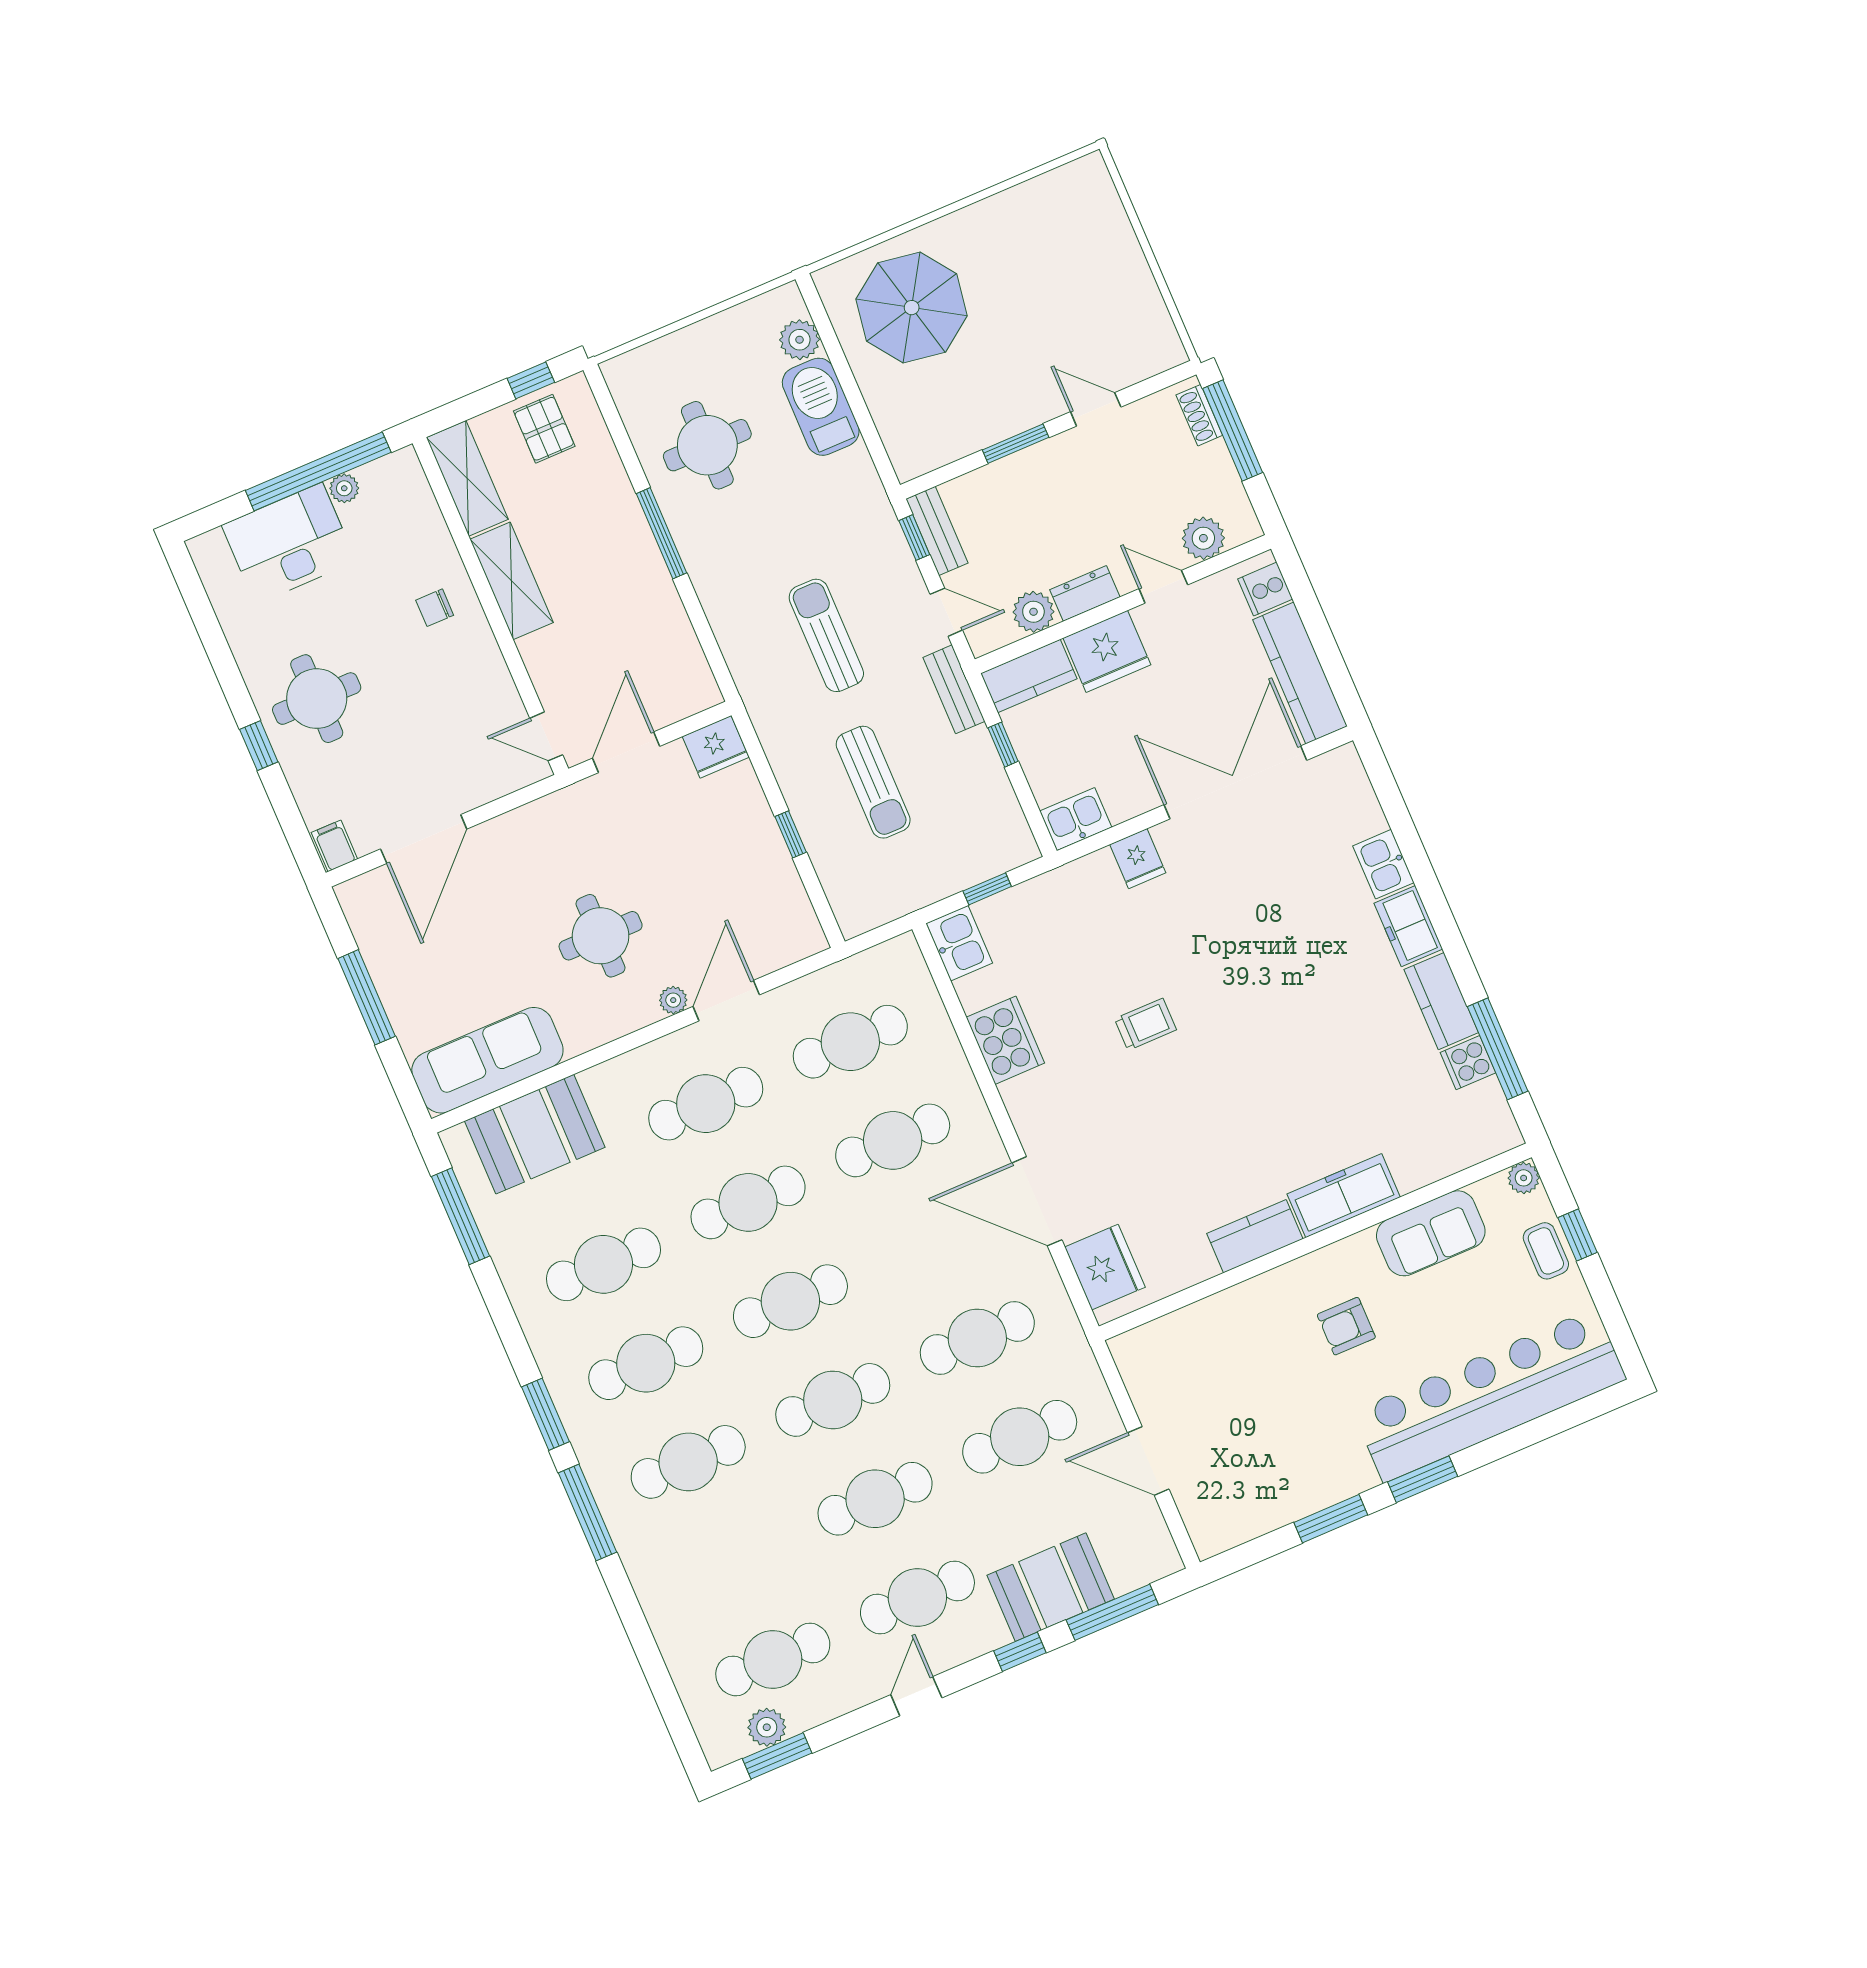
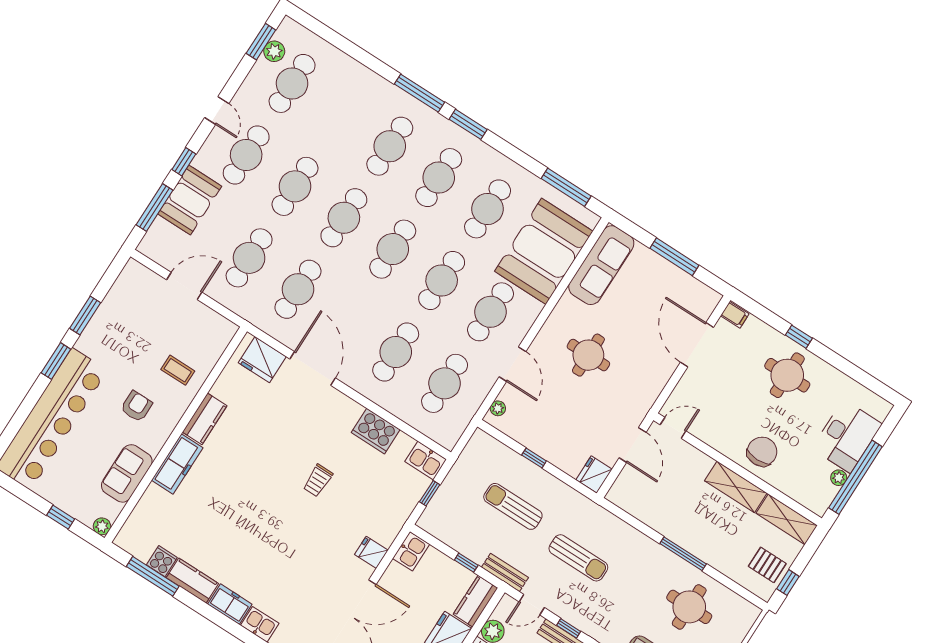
chair: (435, 608) -> (762, 452), width x1.87, depth x1.87
plant: (673, 1000) -> (498, 408), moved
booth: (535, 1134) -> (544, 251), width x1.36, depth x1.42
door: (1037, 1201) -> (313, 368), hinge flipped
coffee table: (1546, 1251) -> (178, 370), moved

